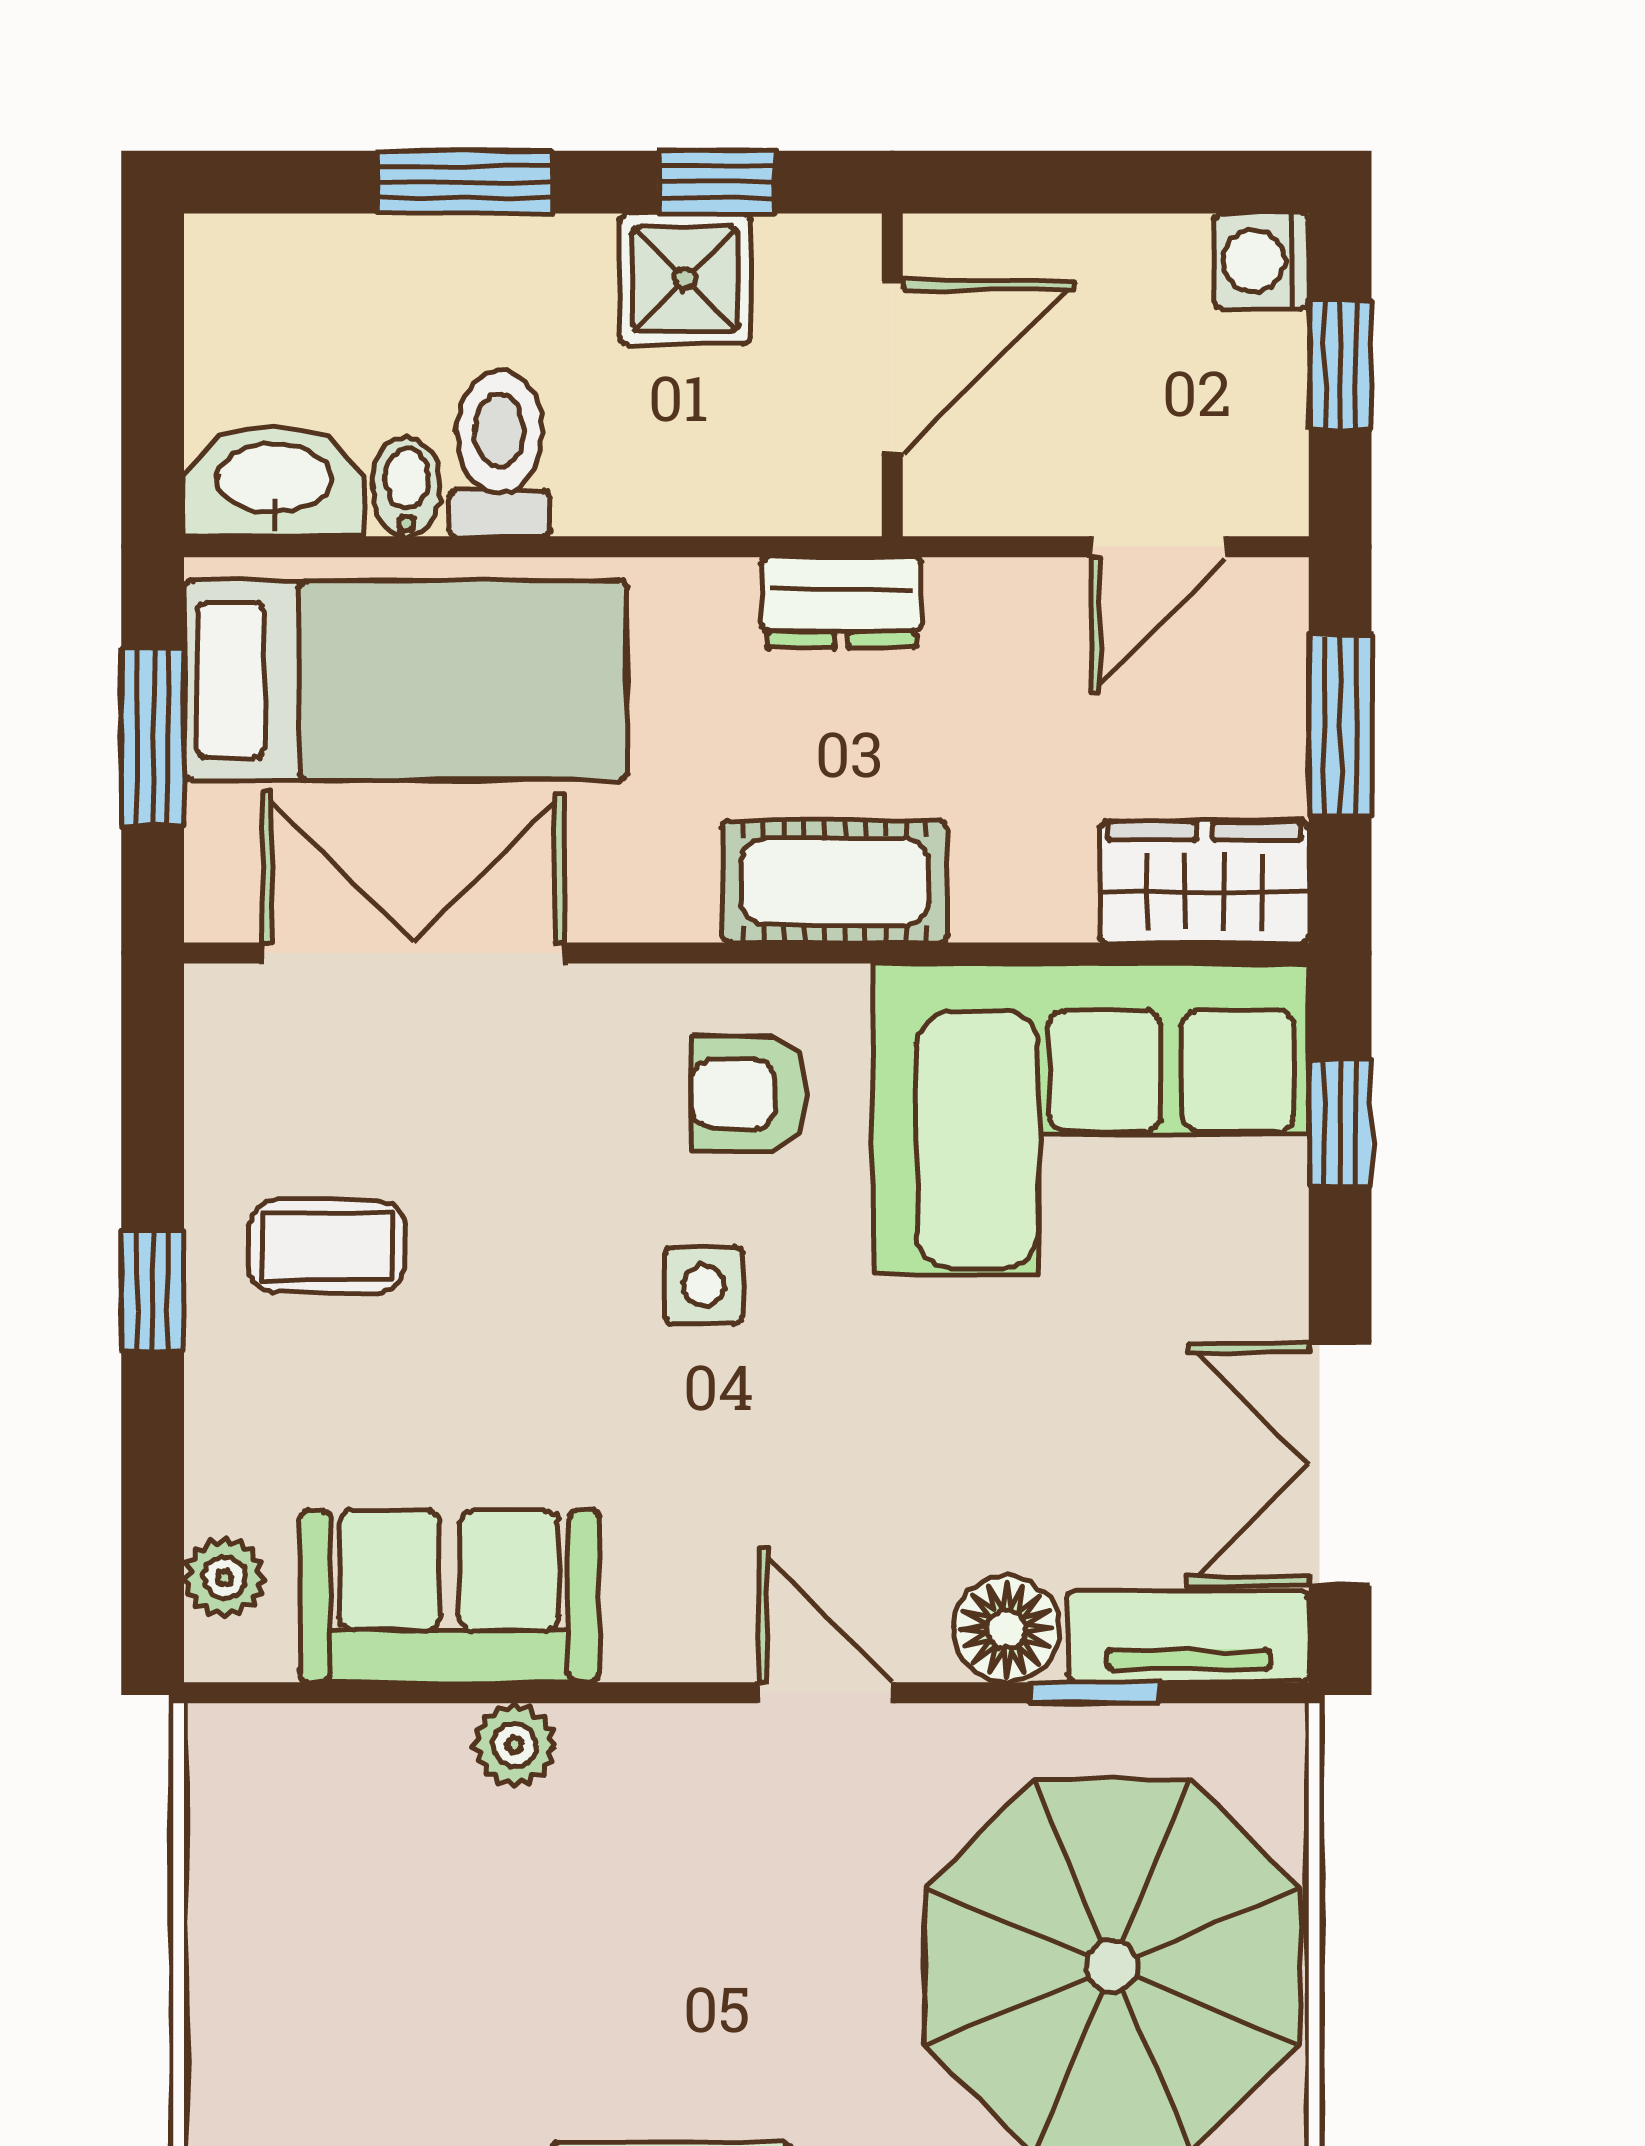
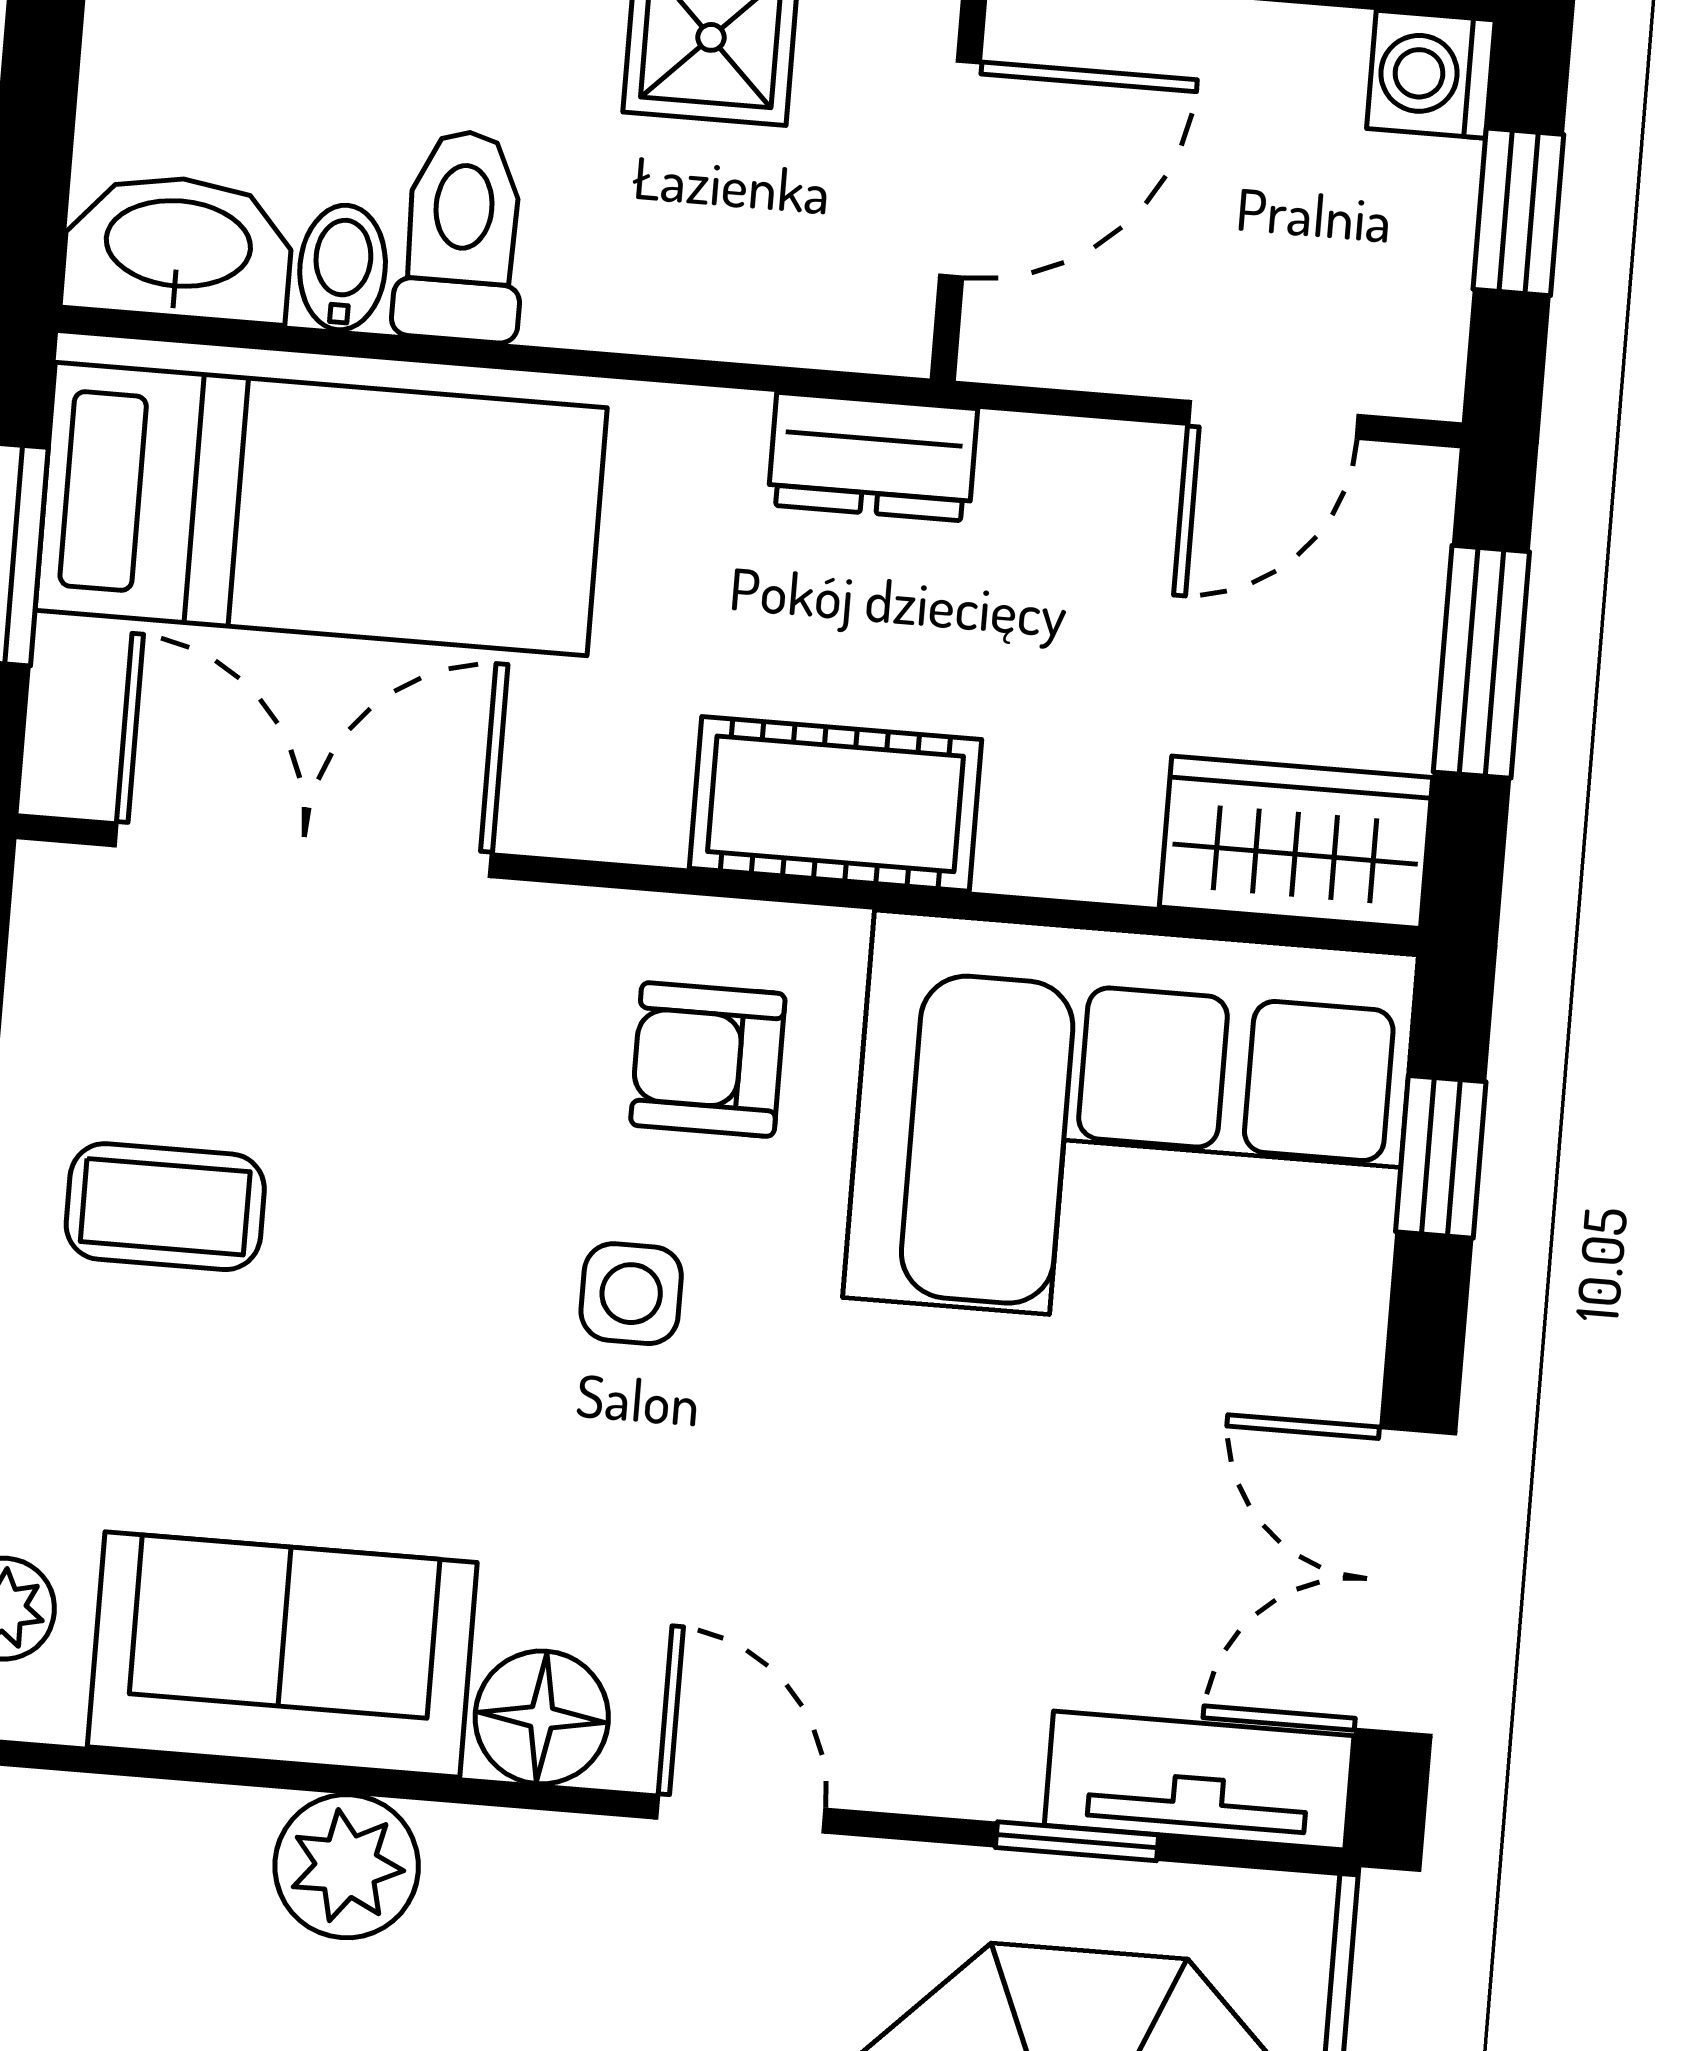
floor lamp: (1006, 1629) -> (542, 1717), moved
plant: (515, 1745) -> (347, 1866), width x1.38, depth x1.38

